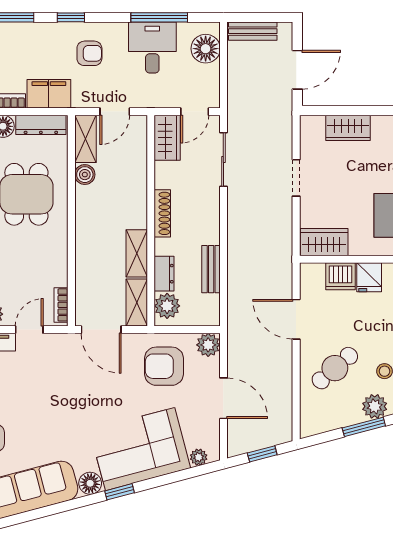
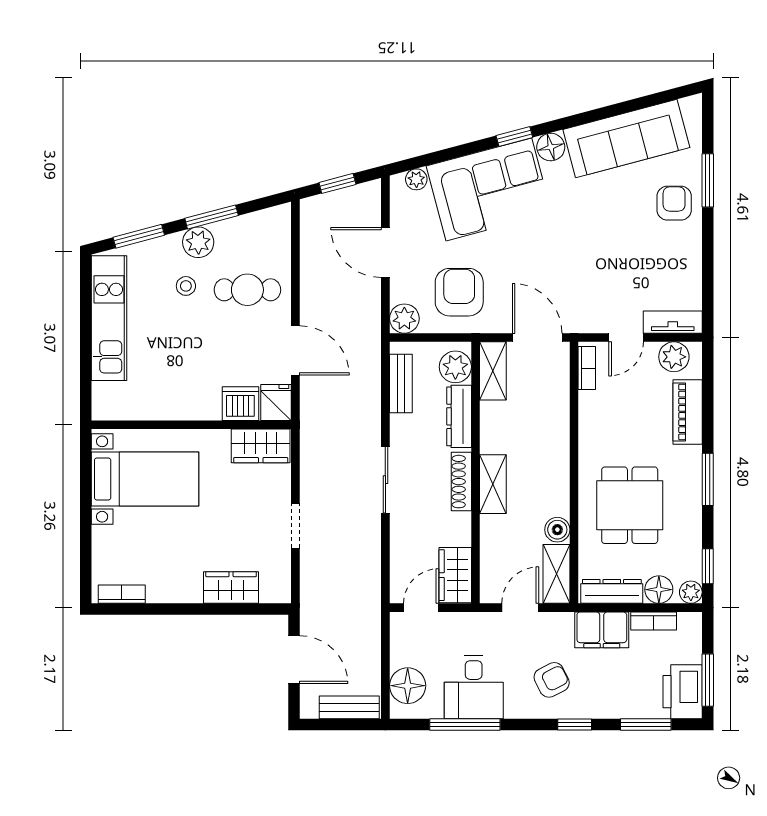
armchair: (89, 53) -> (552, 680), turned 153
door: (297, 70) -> (294, 660), swing flipped
sliding door: (223, 159) -> (385, 480), moved
shelving: (137, 253) -> (493, 484), moved
bench: (211, 269) -> (401, 383), moved
dresser: (164, 274) -> (459, 416), width x1.44
fridge: (369, 277) -> (276, 402), moved
armchair: (164, 366) -> (459, 292), turned -90
cafe table: (335, 368) -> (247, 290), turned 41

